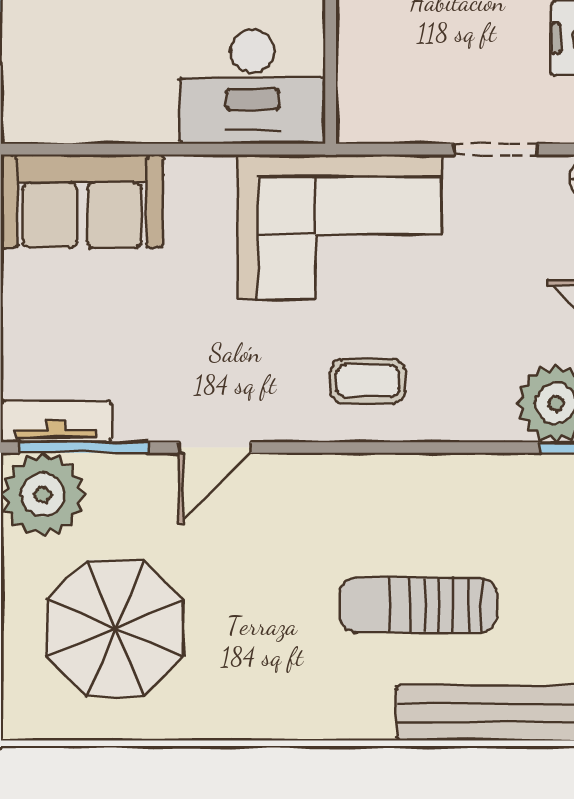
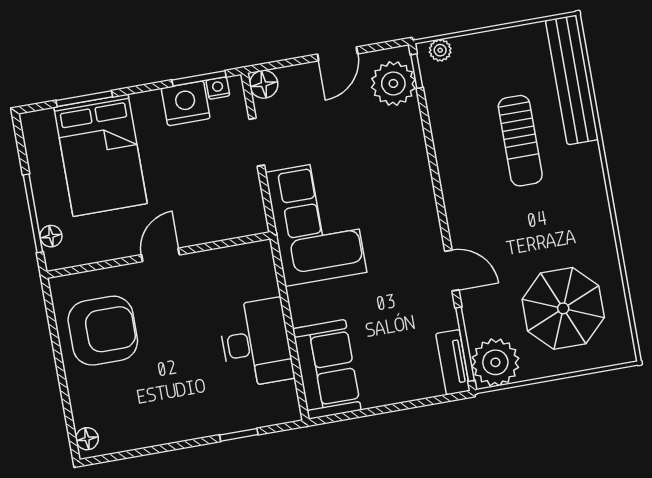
desk: (253, 87) -> (256, 343), moved
coffee table: (368, 381) -> (399, 191), removed

